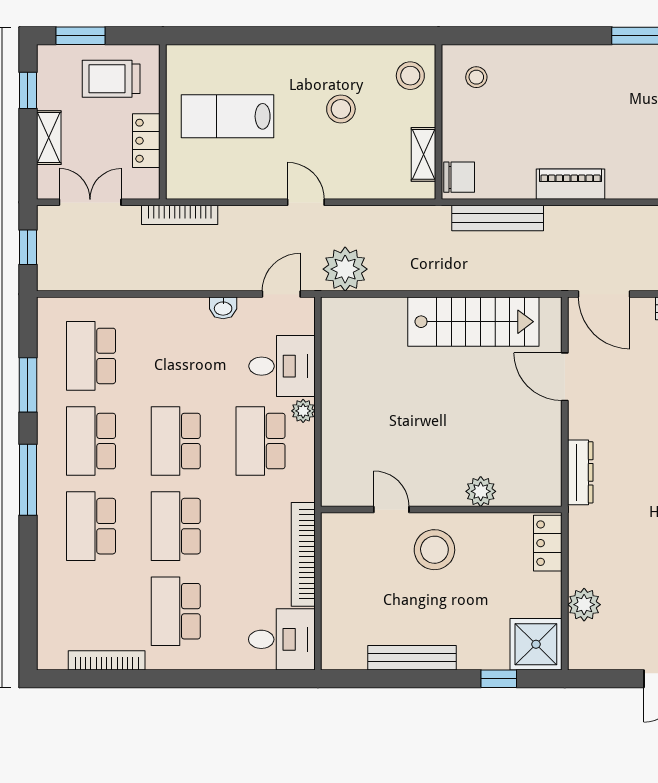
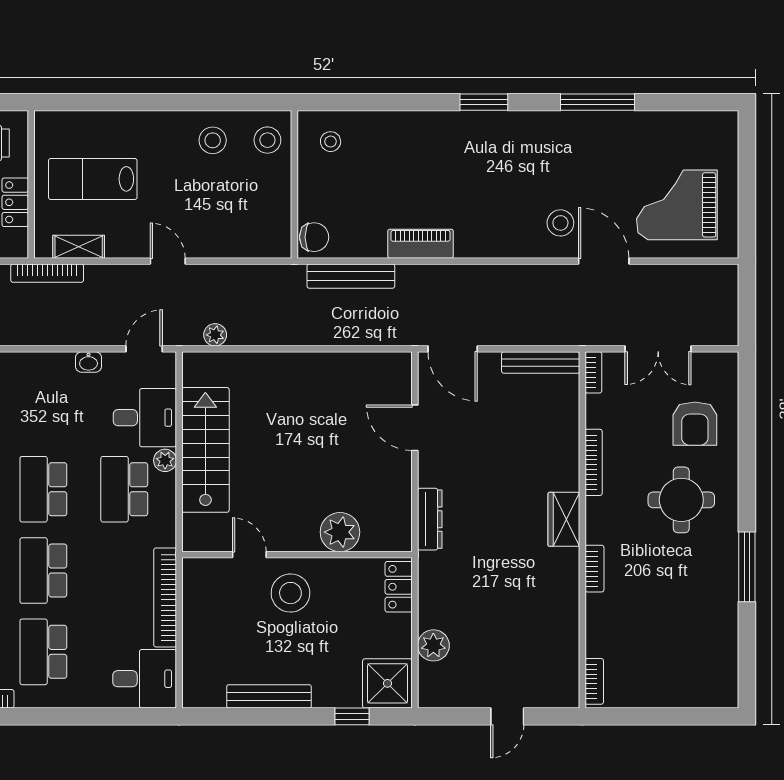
stool: (341, 109) -> (213, 140), moved
shelving: (423, 154) -> (79, 247), moved, turned 90
plant: (345, 269) -> (215, 335), width x0.53, depth x0.53
stairs: (473, 322) -> (205, 450), moved, turned -90
plant: (481, 491) -> (340, 532), width x1.36, depth x1.36

